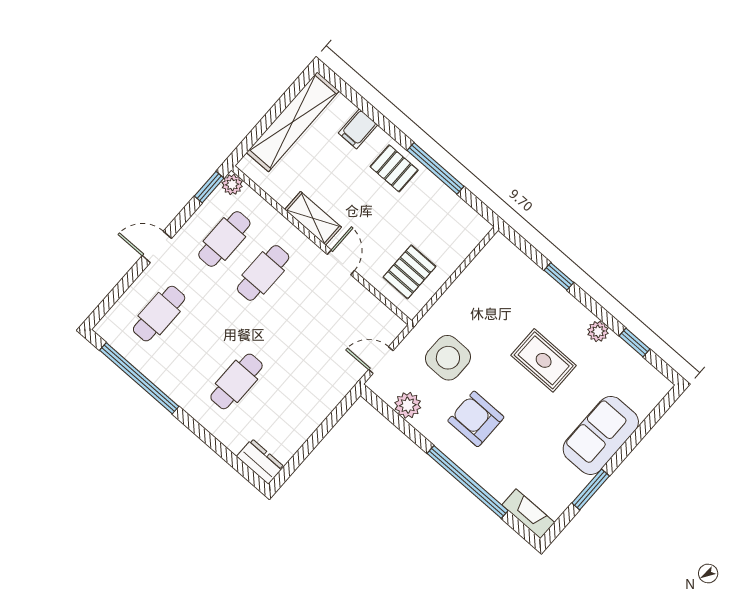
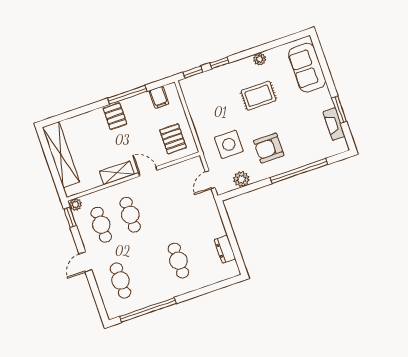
filing cabinet: (358, 129) -> (159, 97), moved
pallet: (394, 168) -> (115, 116), turned 90
window: (634, 342) -> (193, 72), moved
sofa: (601, 435) -> (307, 68), moved
dresser: (260, 461) -> (225, 249), moved, turned -90
fireplace: (528, 514) -> (334, 124), moved, turned -90

